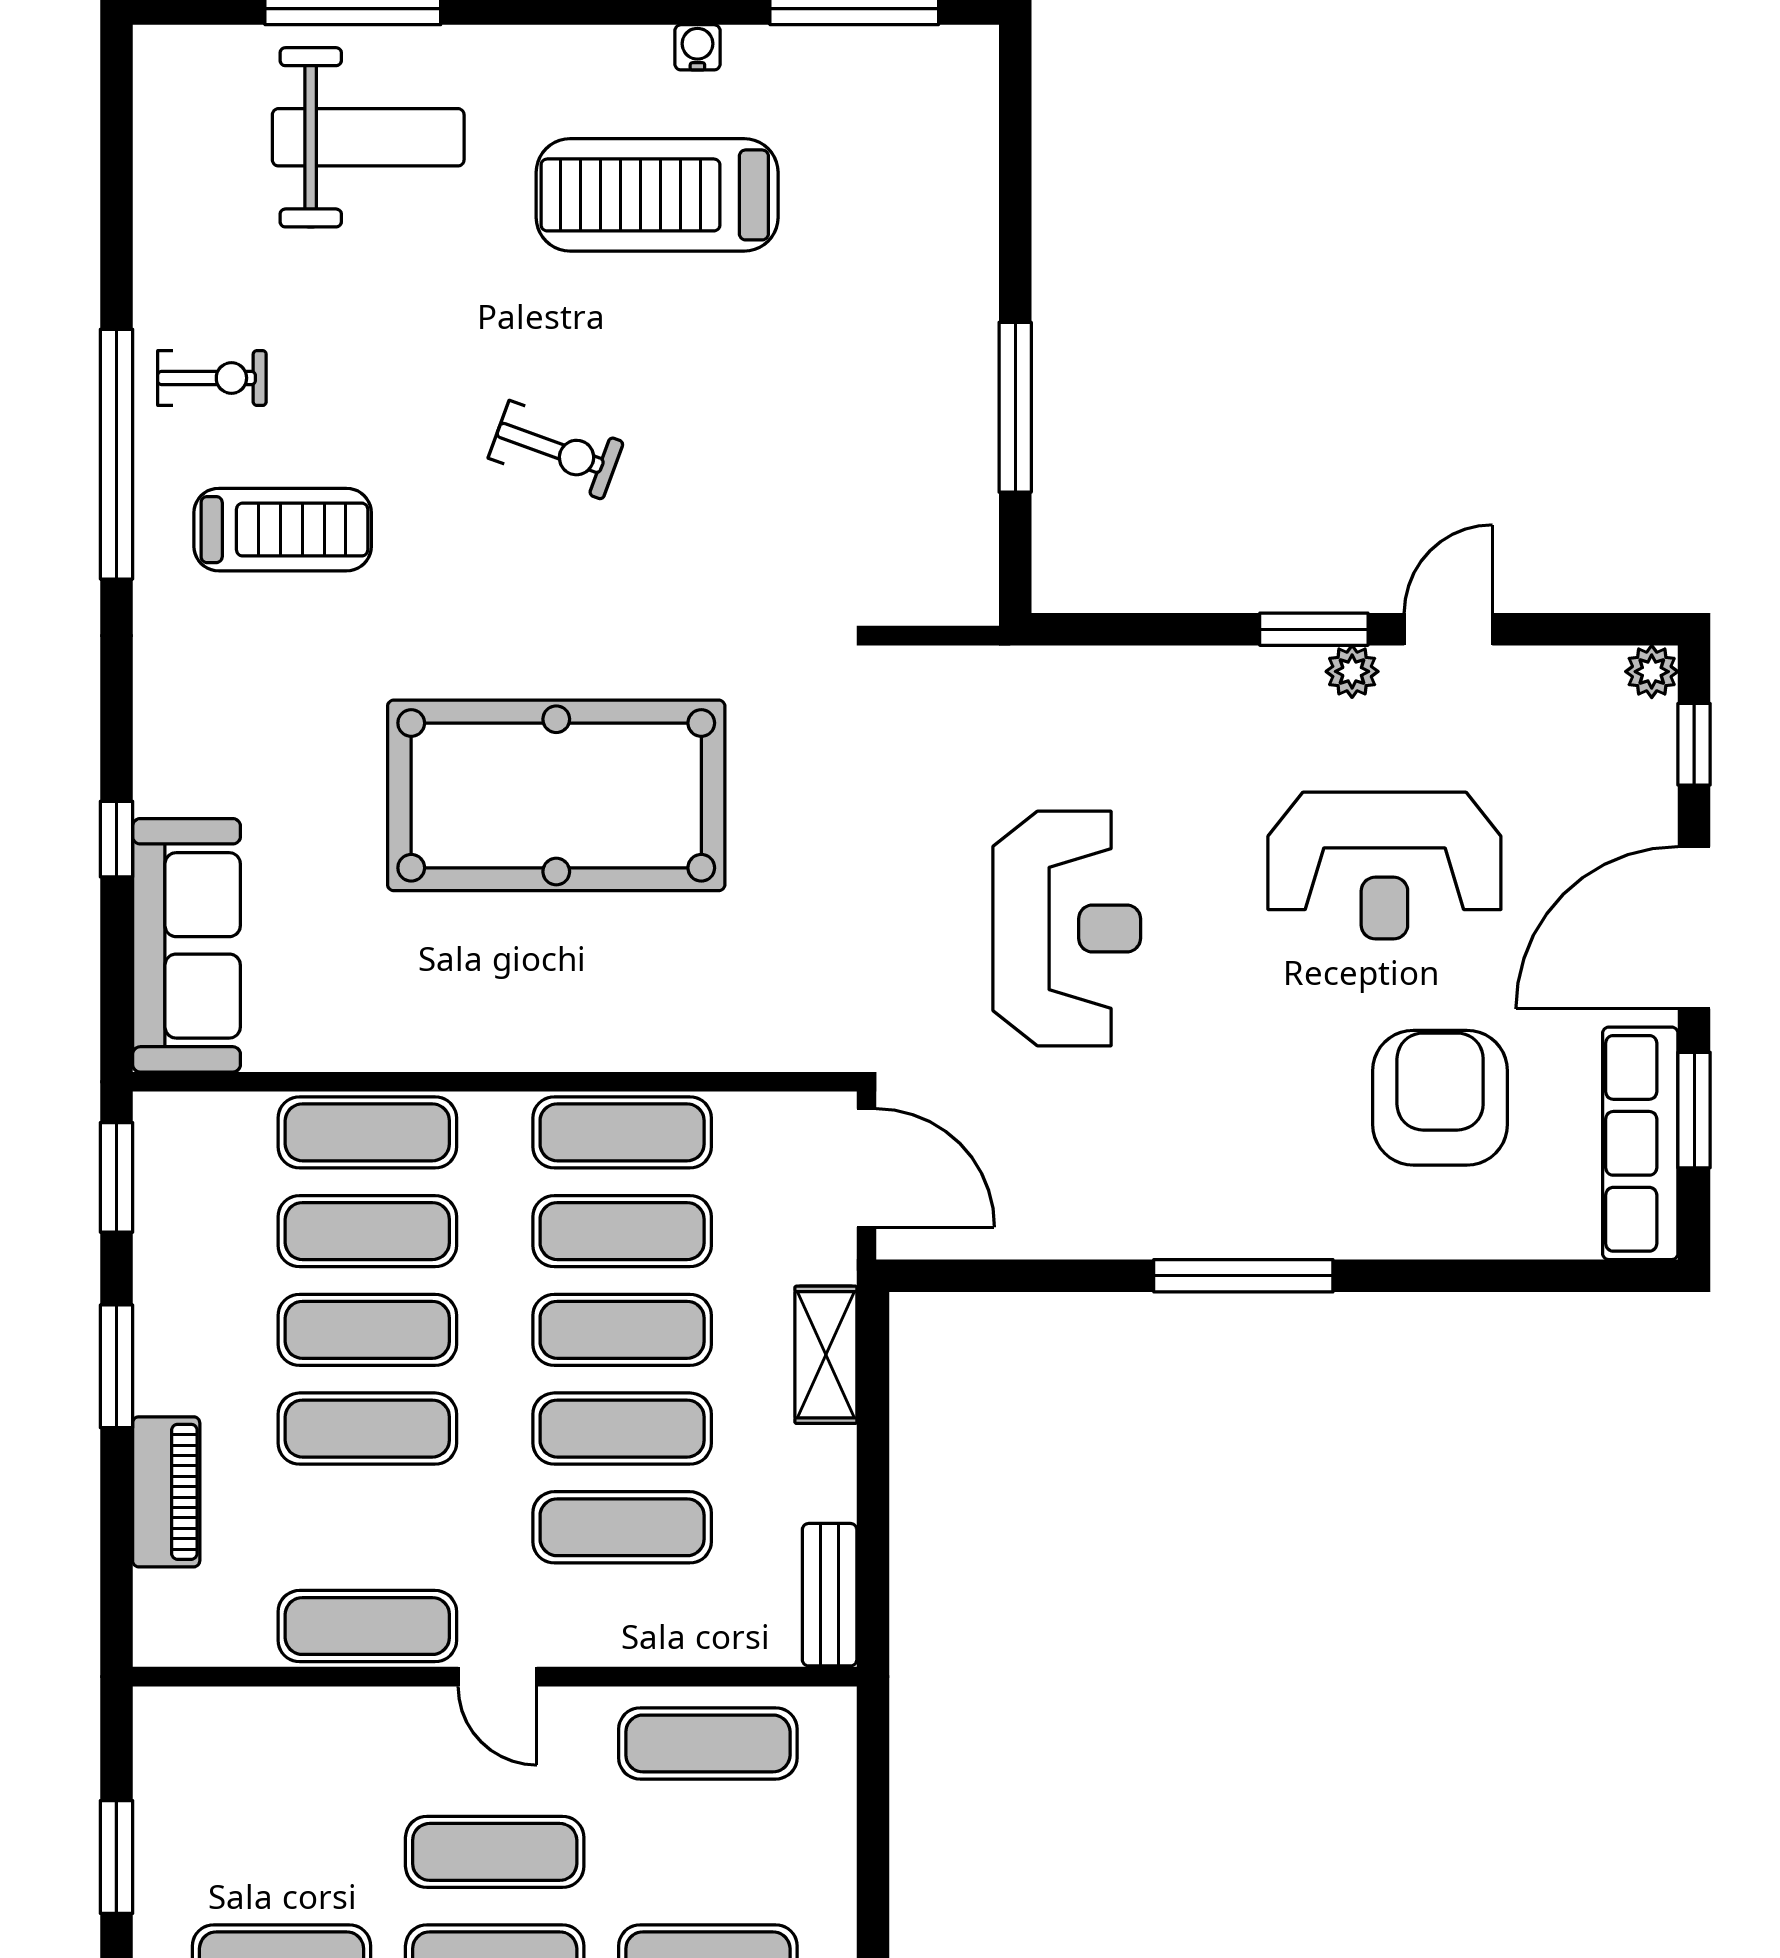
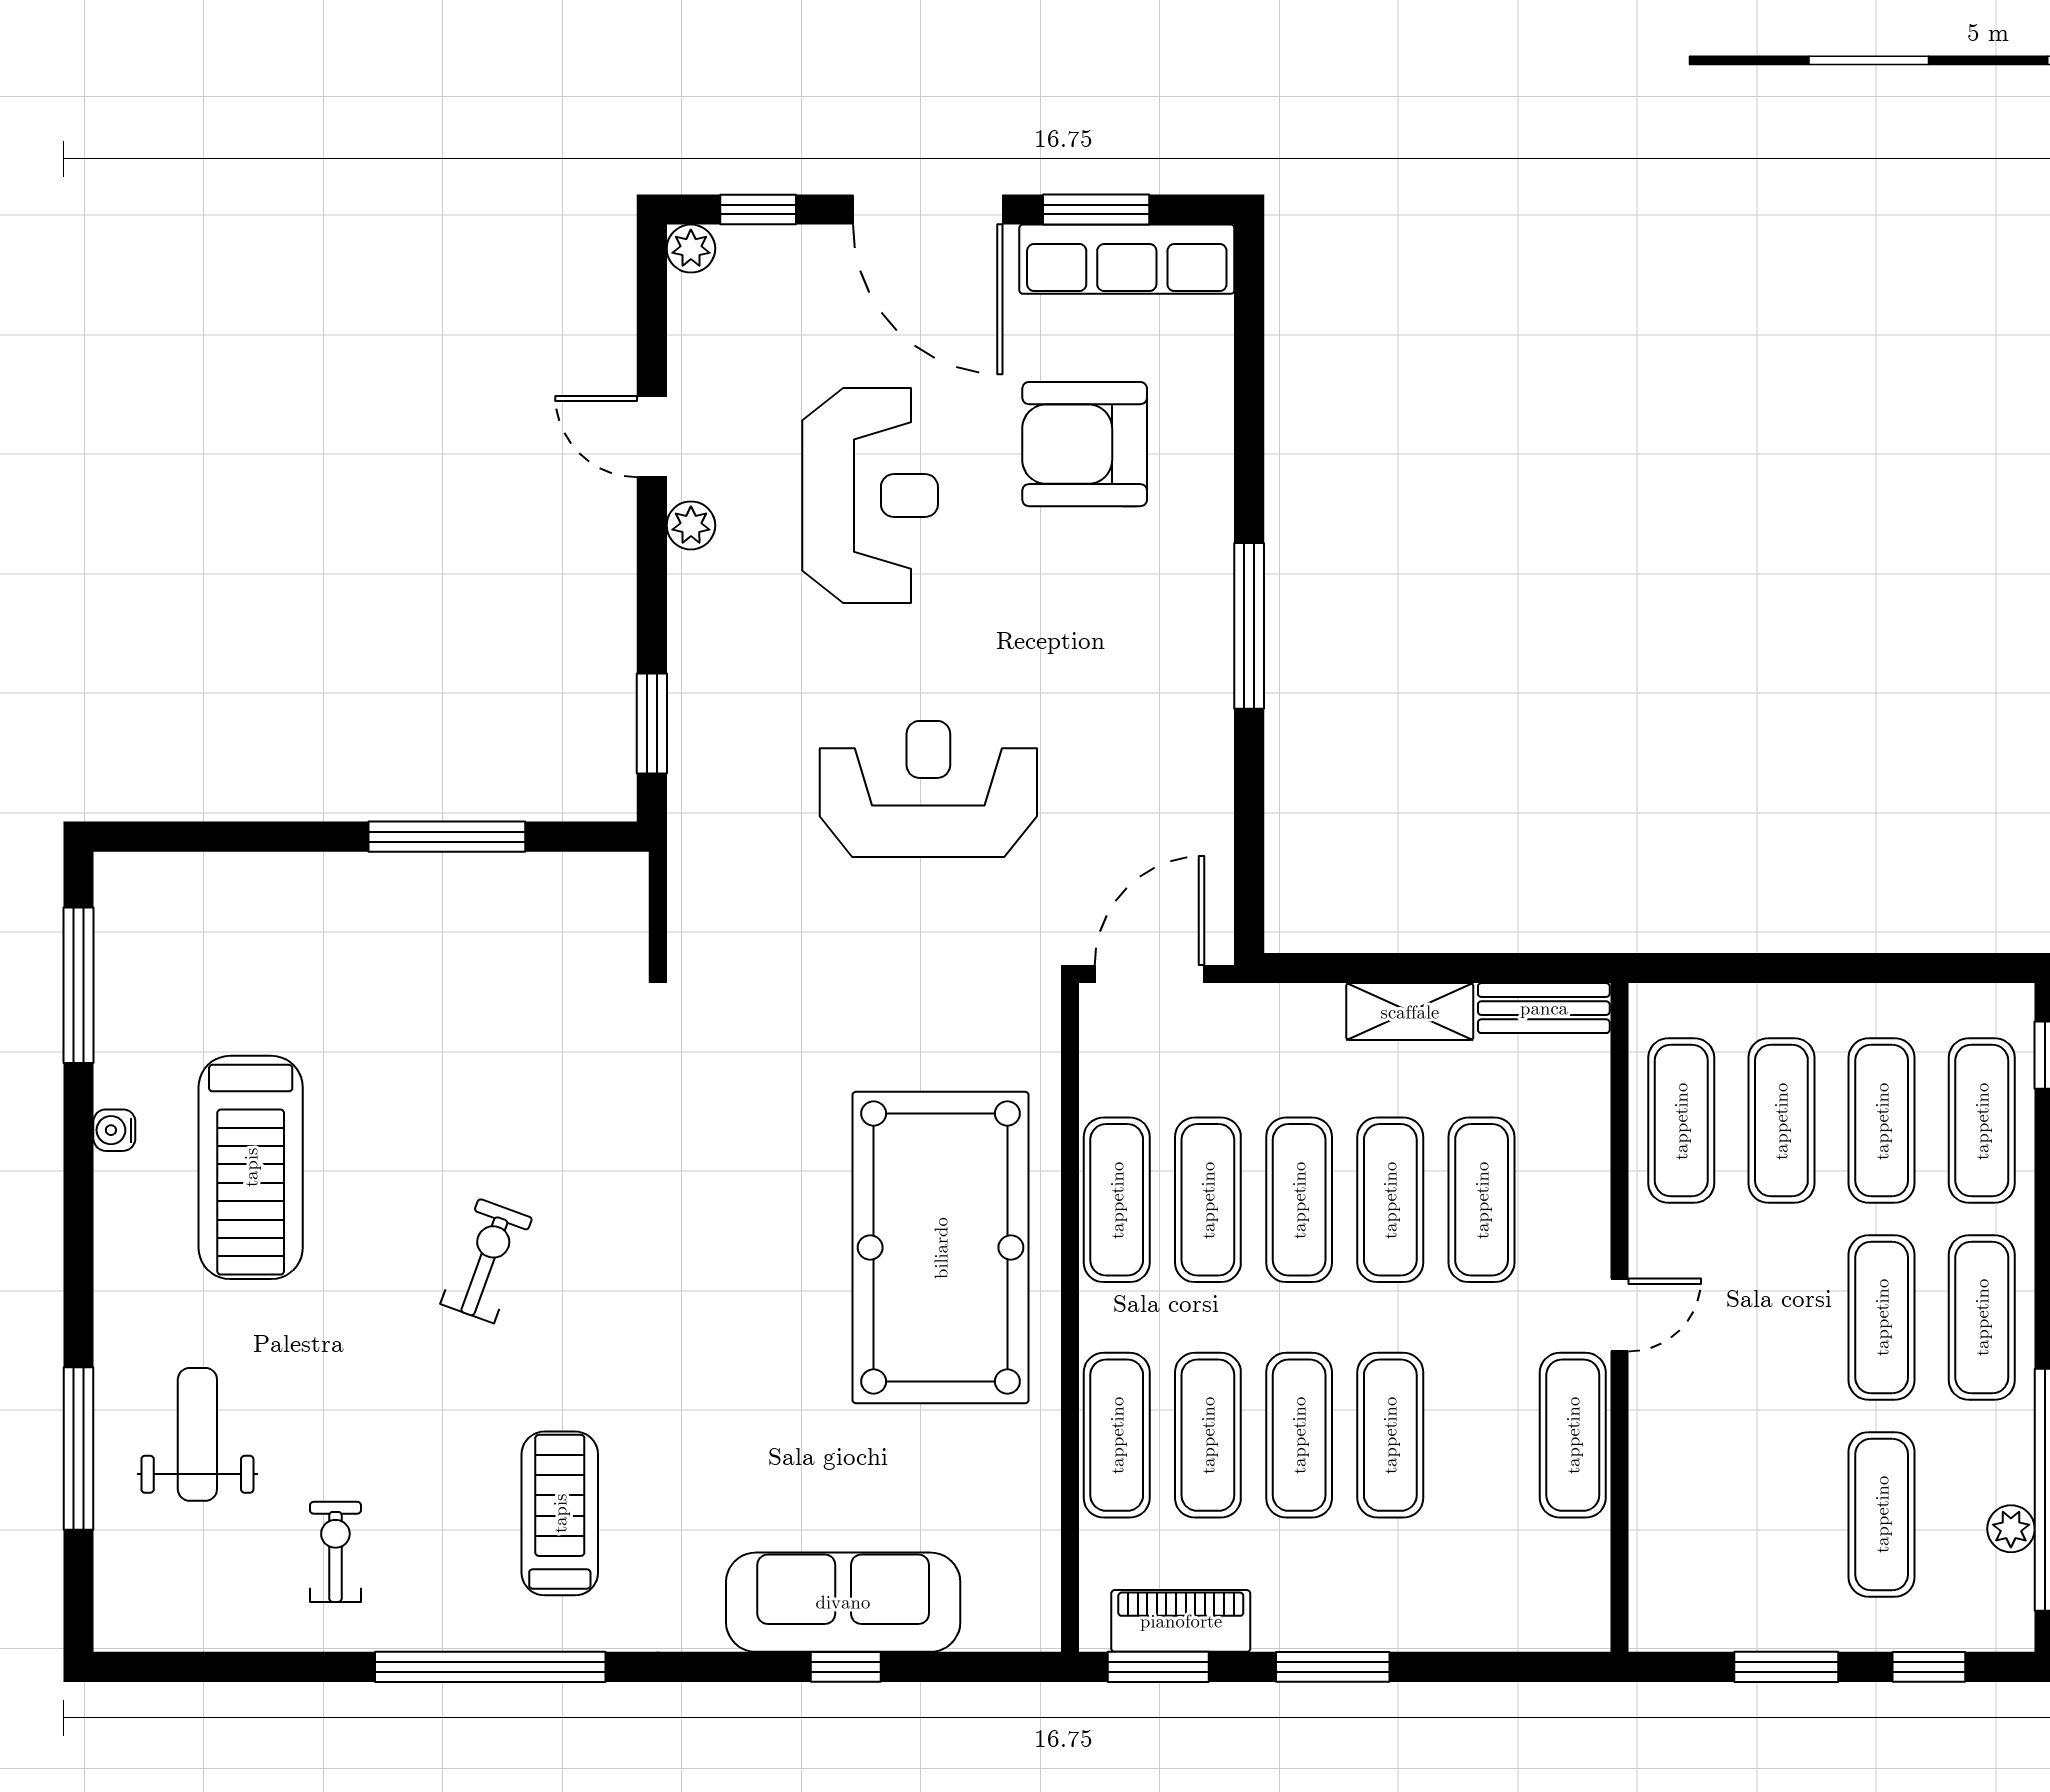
weight bench: (368, 137) -> (197, 1434), width x0.73, depth x0.75
exercise bike: (212, 378) -> (335, 1552), moved
window: (1314, 629) -> (652, 723), moved
pool table: (556, 795) -> (941, 1248), moved
sofa: (187, 945) -> (843, 1602), moved
shelving: (826, 1355) -> (1410, 1012), moved
piano: (166, 1492) -> (1181, 1621), moved
exercise mat: (495, 1852) -> (1781, 1121), moved

